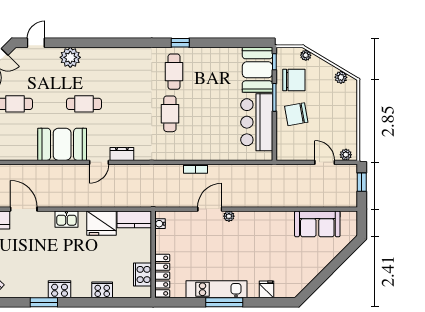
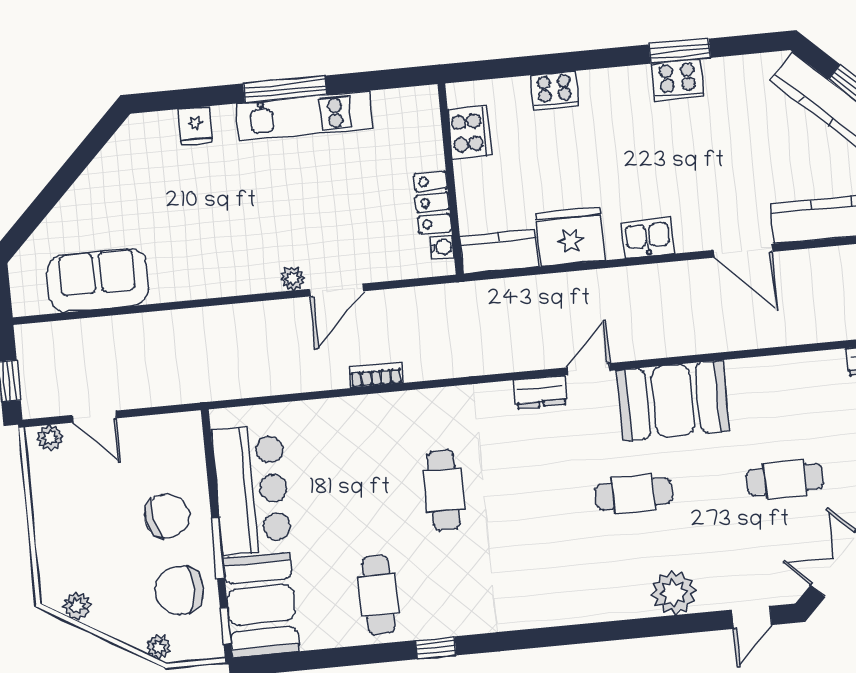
cafe table: (174, 72) -> (378, 595), moved
locker: (162, 276) -> (433, 203), moved, width x0.66
cooker: (60, 289) -> (677, 80), moved

